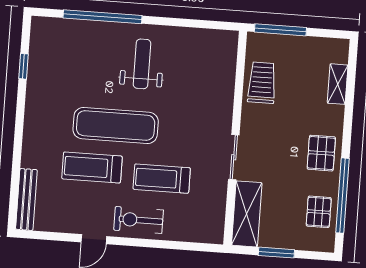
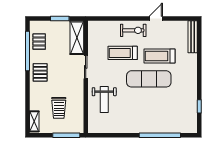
weight bench: (142, 64) -> (104, 100), moved
trolley: (262, 83) -> (59, 108), moved
shelving: (338, 84) -> (34, 121), moved
treadmill: (92, 167) -> (160, 56), turned 180
treadmill: (162, 179) -> (123, 53), turned 180

